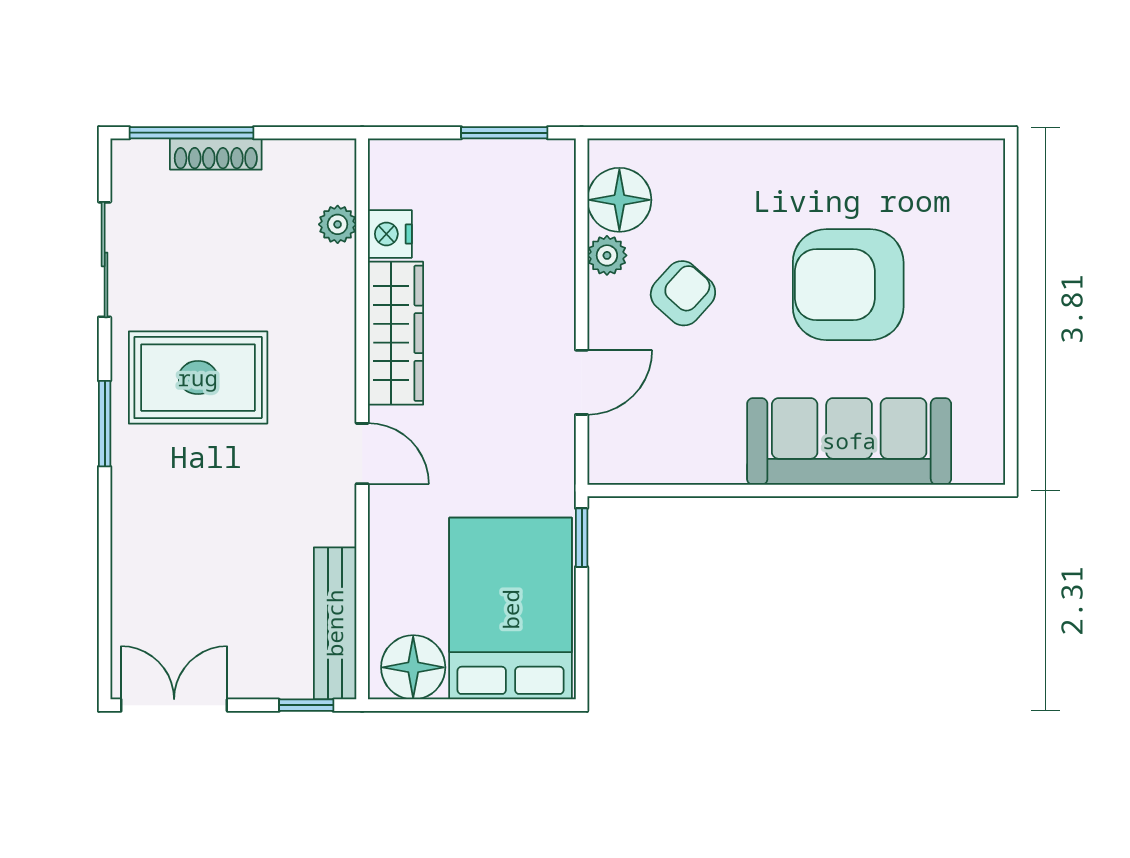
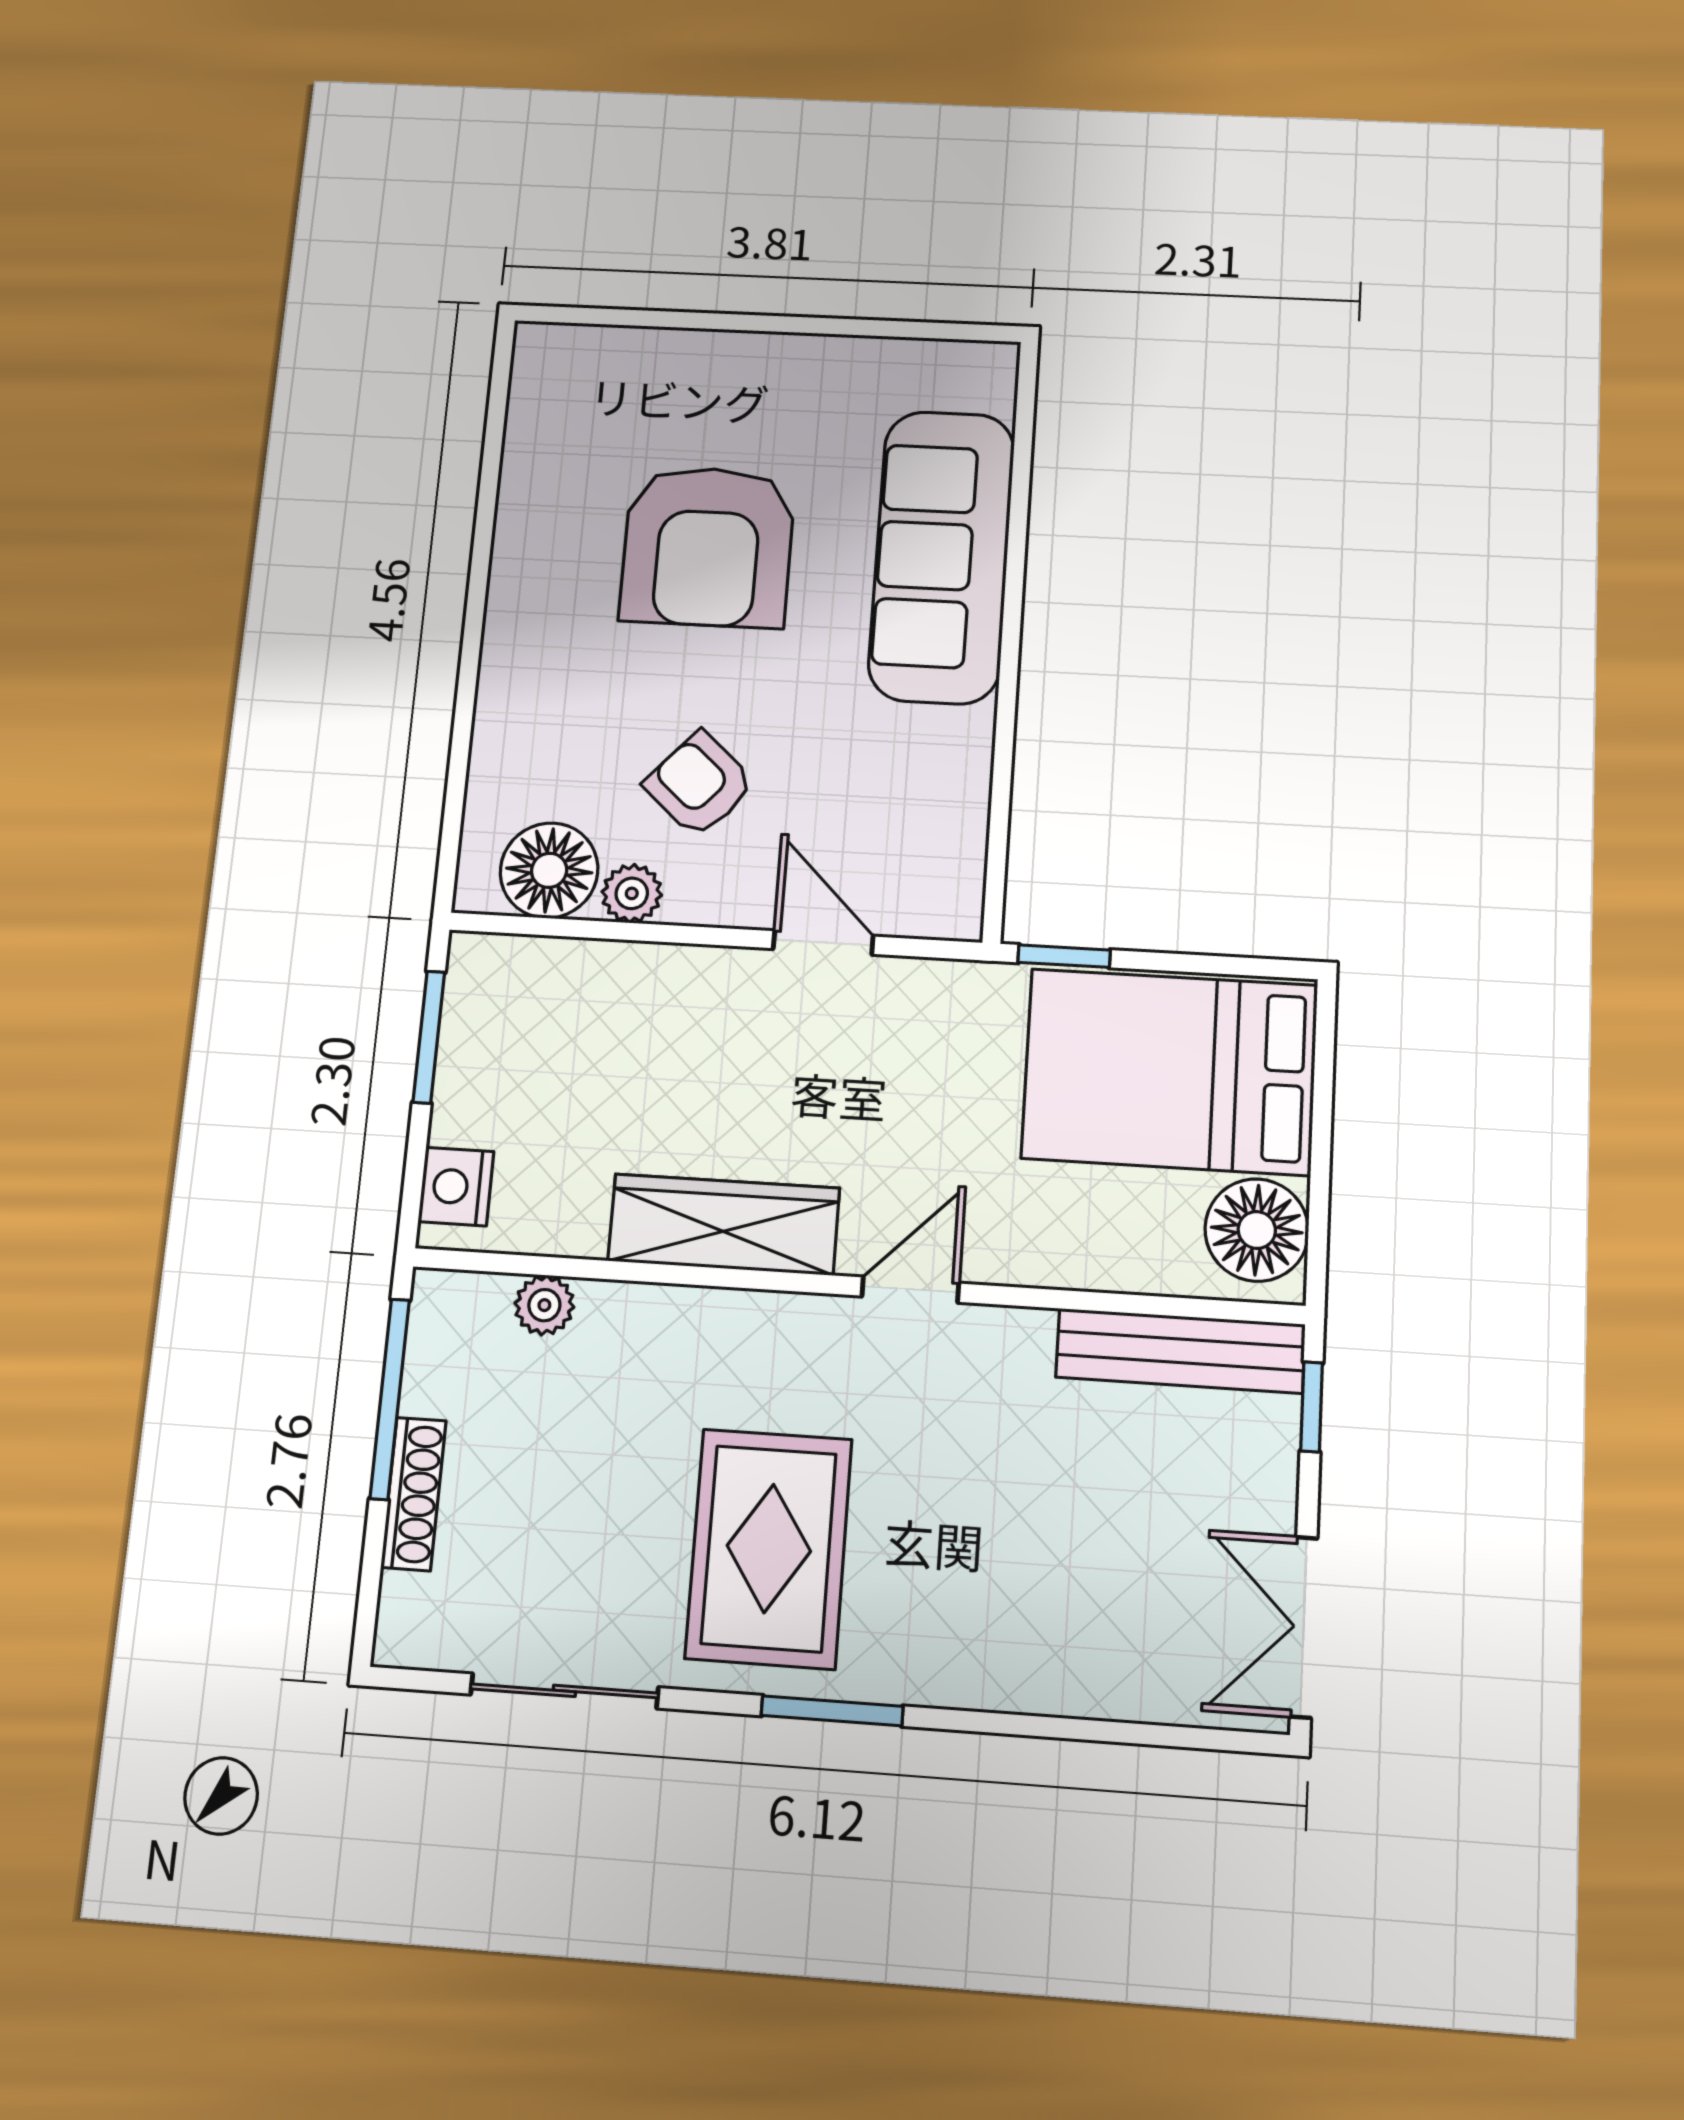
window: (192, 133) -> (390, 1399), moved
nightstand: (390, 234) -> (456, 1187), moved, turned 90

